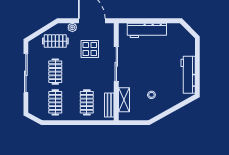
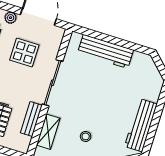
bench: (109, 105) -> (31, 119), moved

